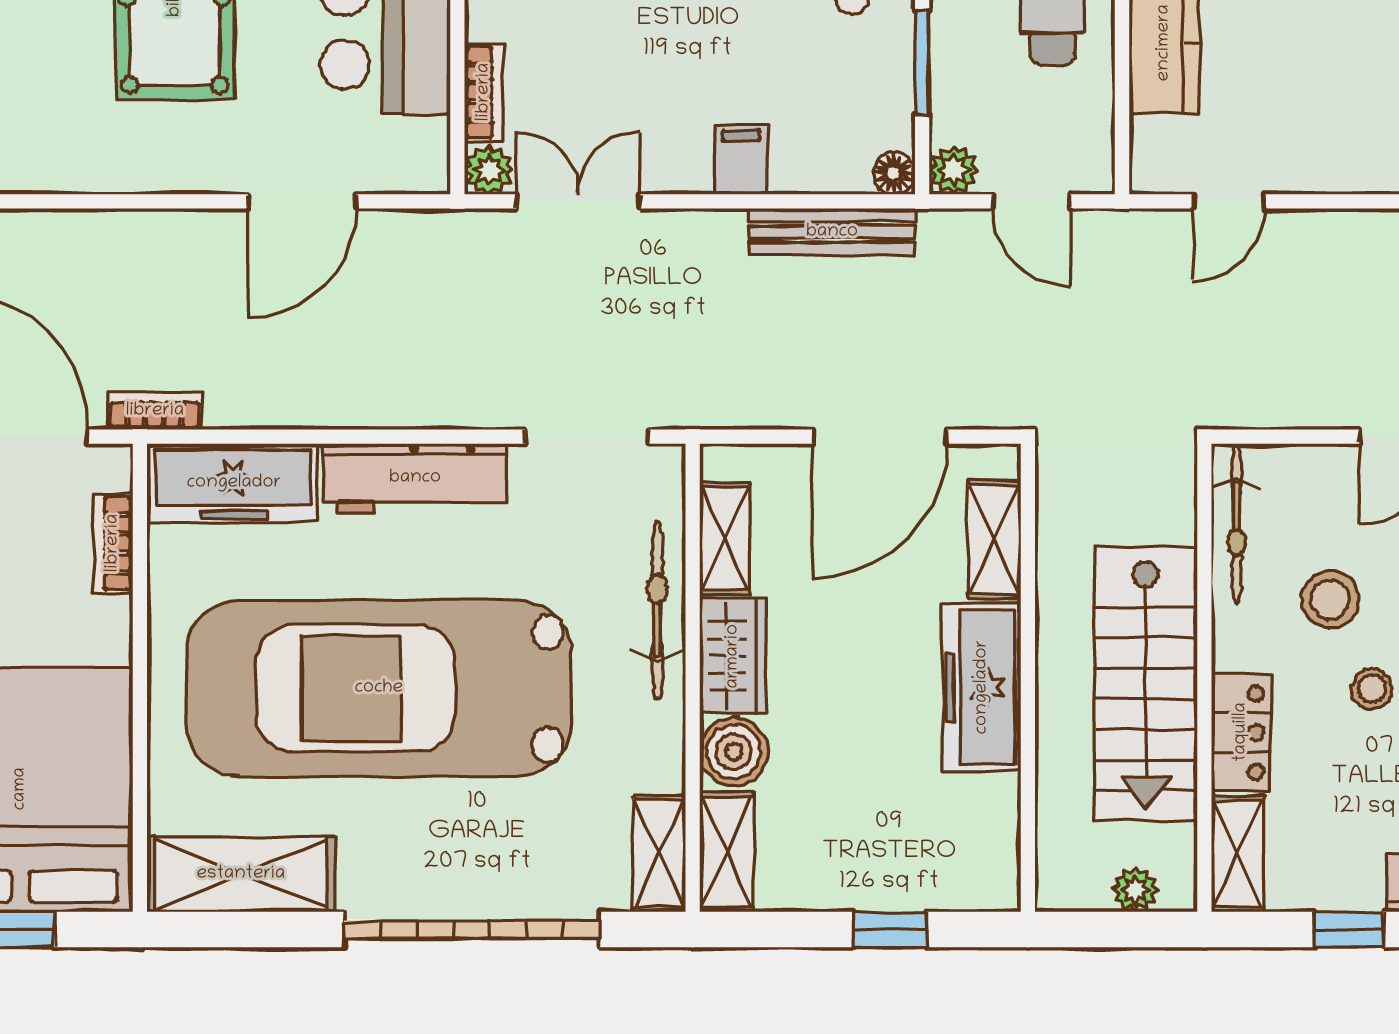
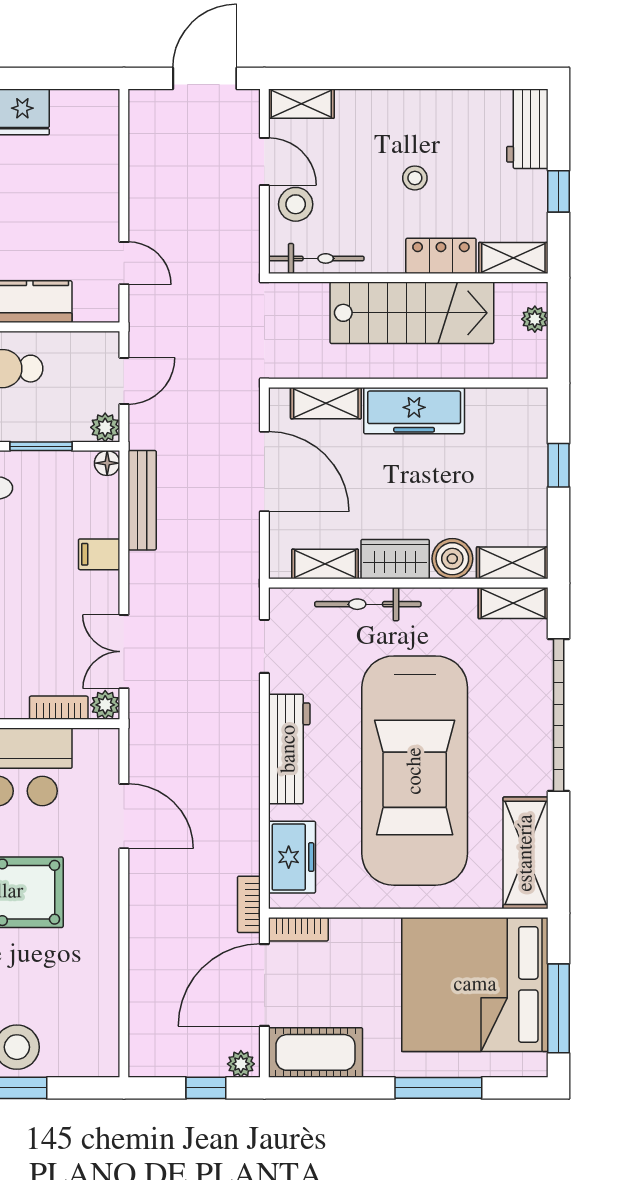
doorway: (587, 437) -> (264, 646), width x0.73
freezer: (234, 483) -> (292, 857), width x0.71
bookcase: (113, 543) -> (298, 929), moved
stool: (1330, 599) -> (296, 204), moved

